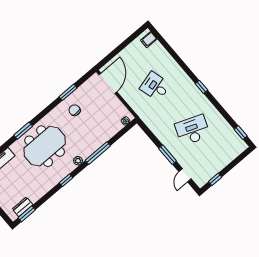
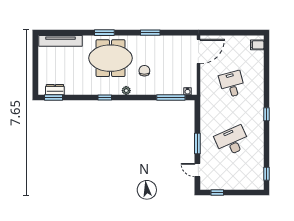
window: (68, 92) -> (150, 33), moved
chair: (75, 110) -> (144, 71), moved
desk: (192, 130) -> (232, 141), turned -45
window: (98, 153) -> (171, 97), moved
door: (185, 175) -> (197, 170), hinge flipped

